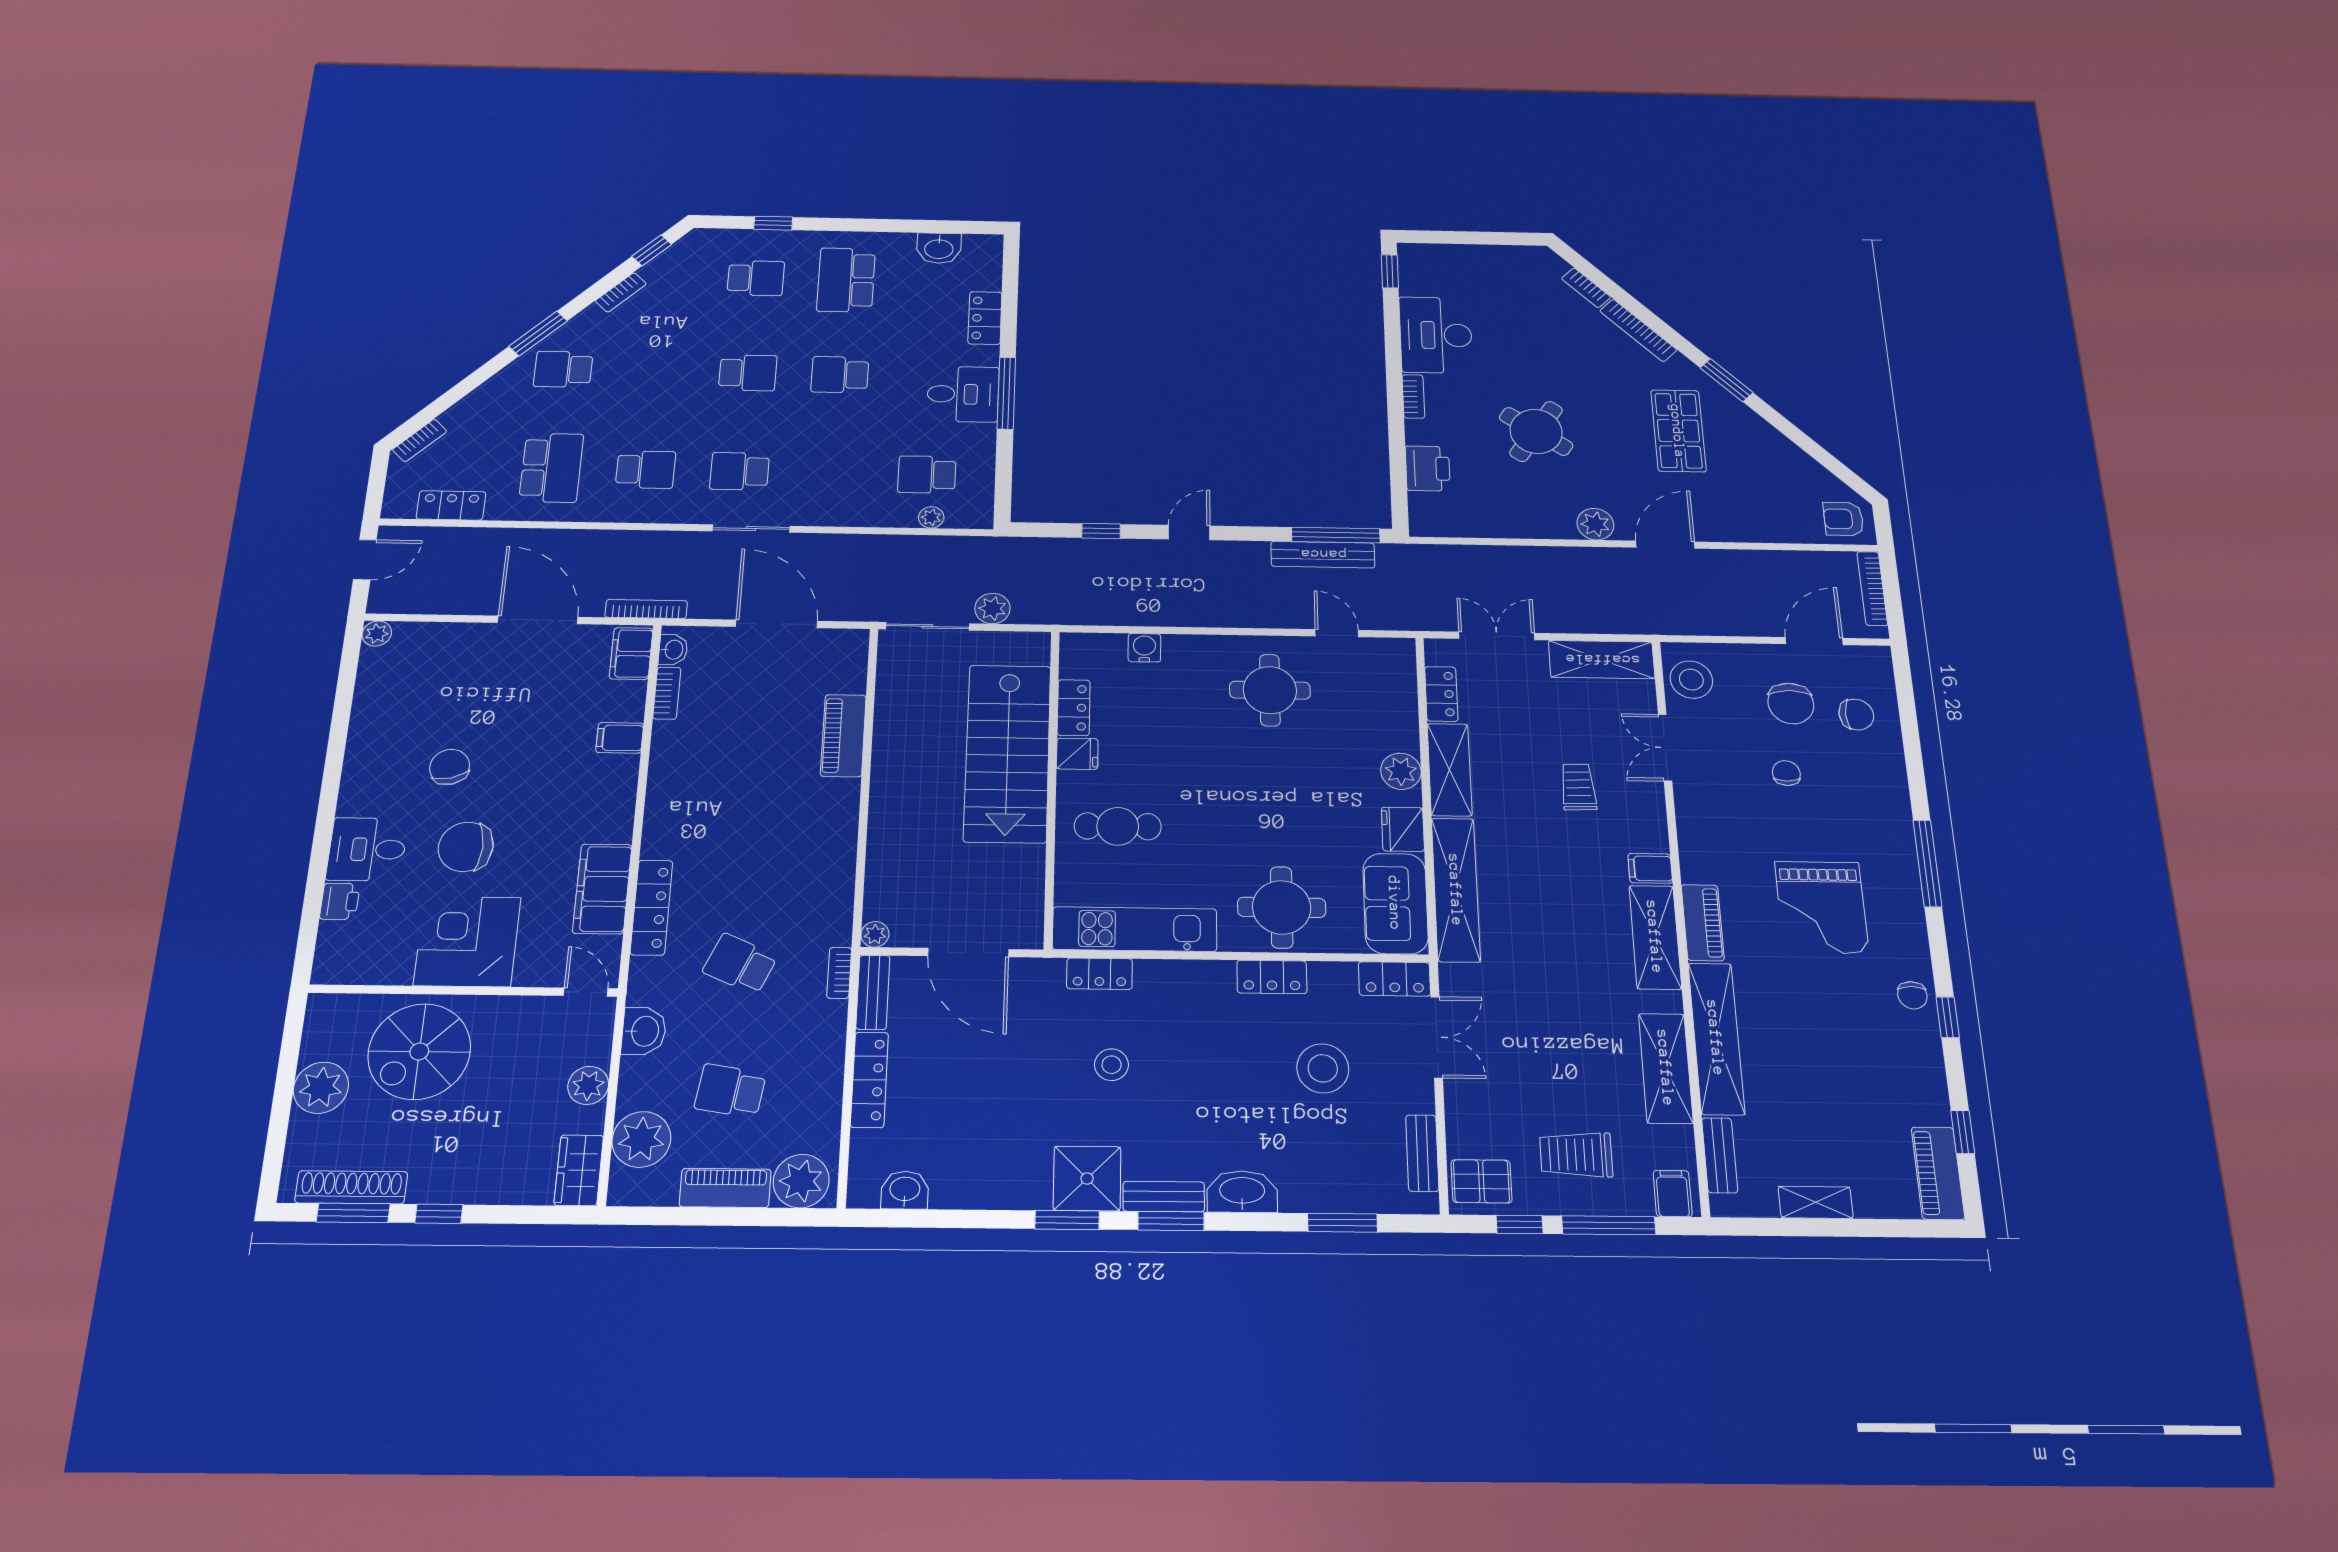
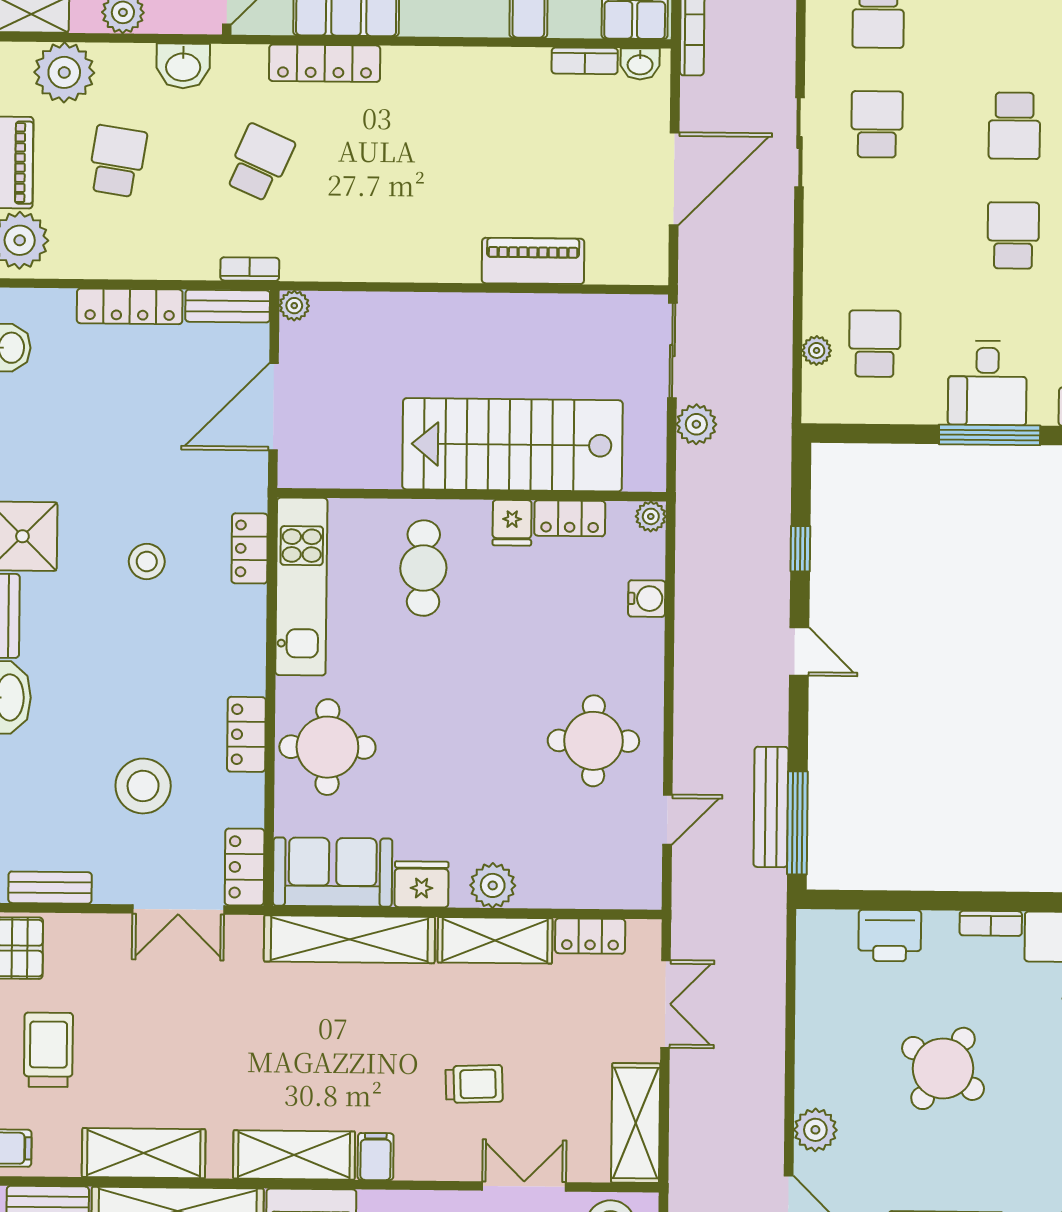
plant: (1073, 644) -> (651, 516), added

